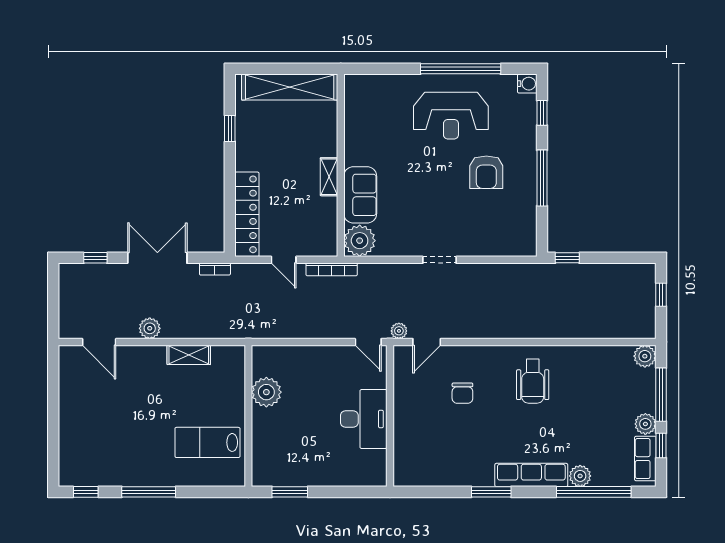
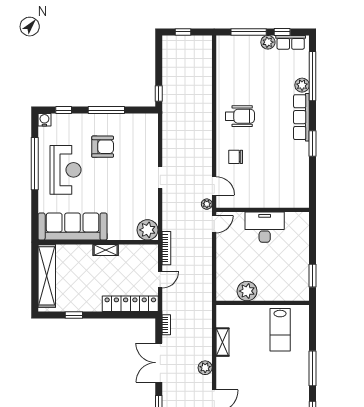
sofa: (360, 195) -> (73, 227), moved, width x1.85, depth x1.27
plant: (645, 356) -> (223, 43), removed
chair: (462, 393) -> (236, 157), moved, turned 180

